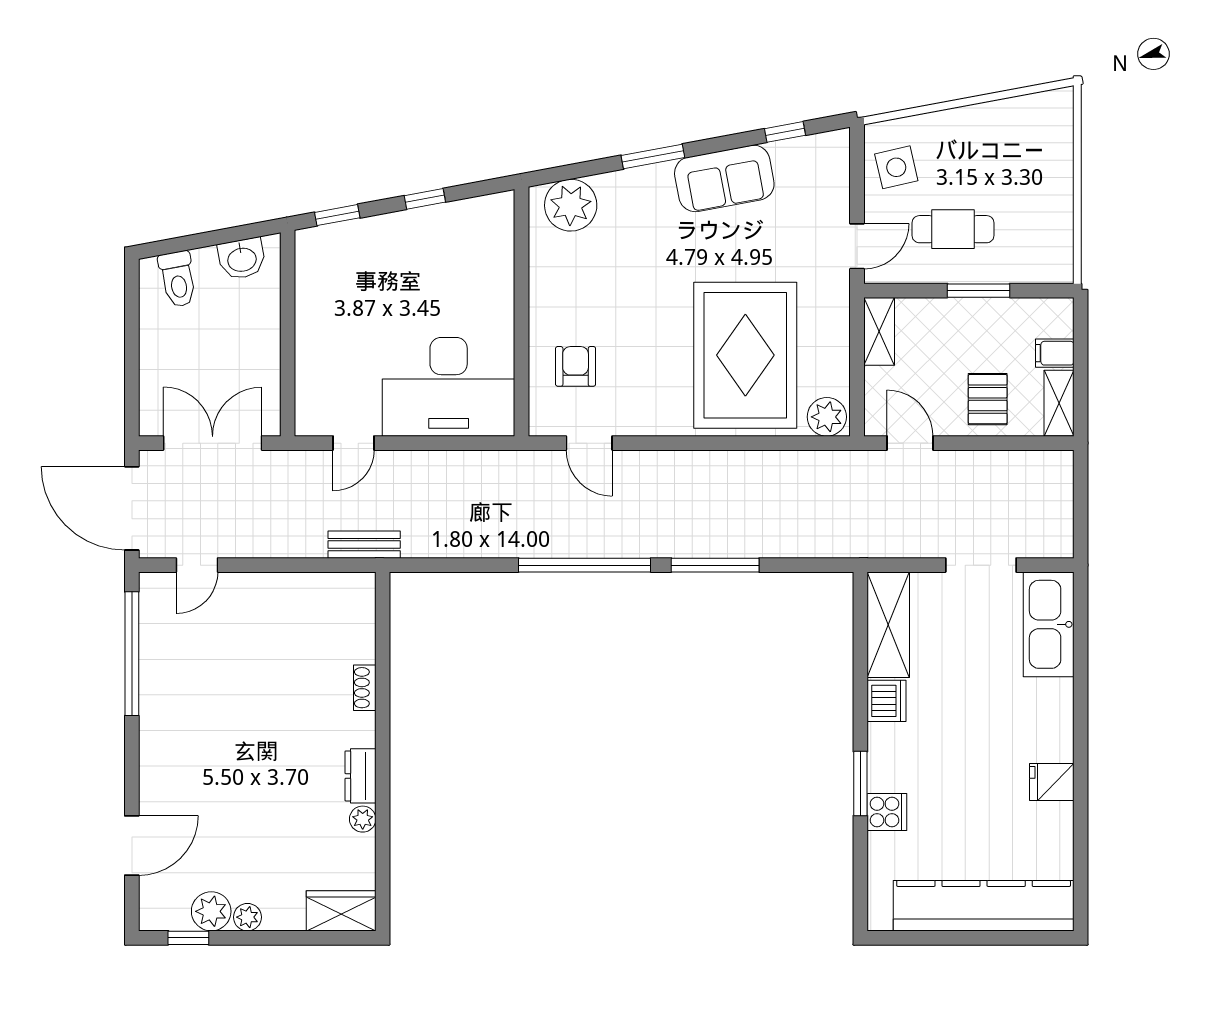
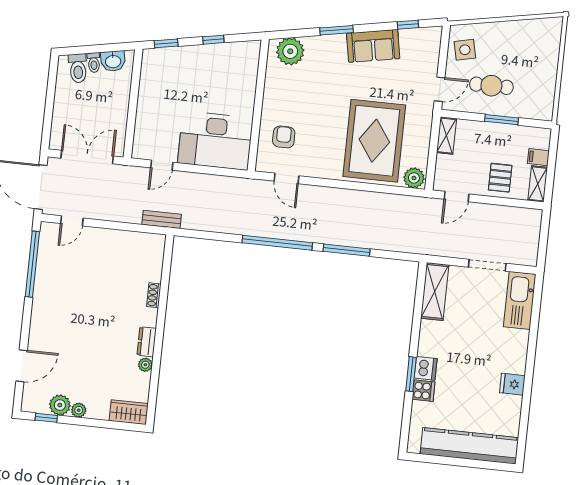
toilet: (206, 265) -> (94, 62), added
door: (910, 443) -> (457, 197), swing flipped
dishwasher: (887, 701) -> (426, 368), moved

